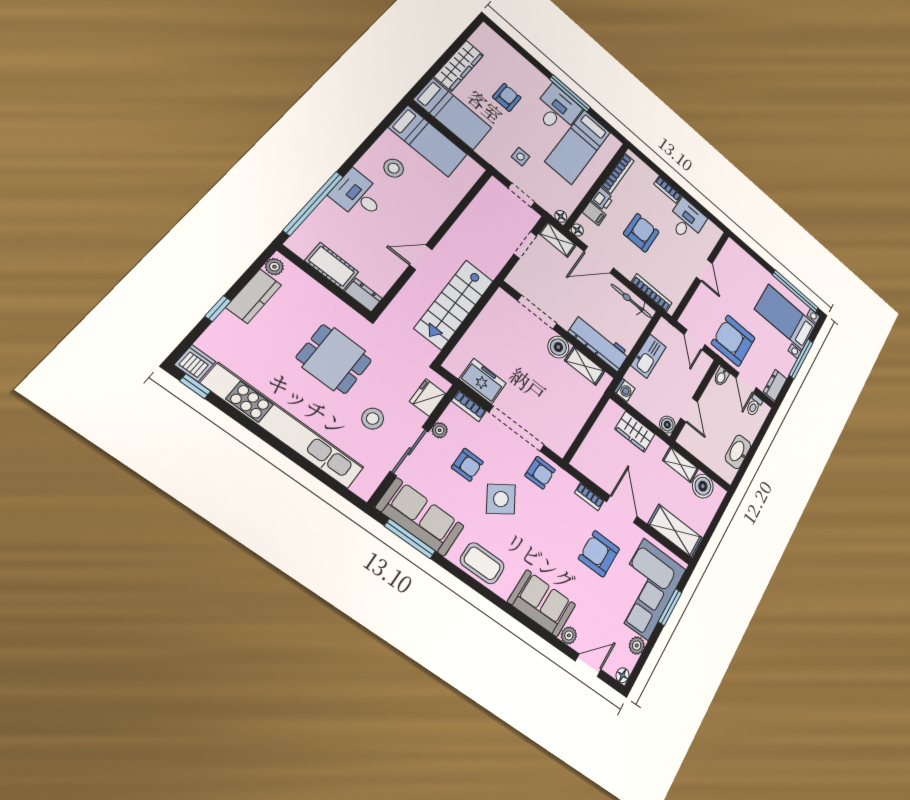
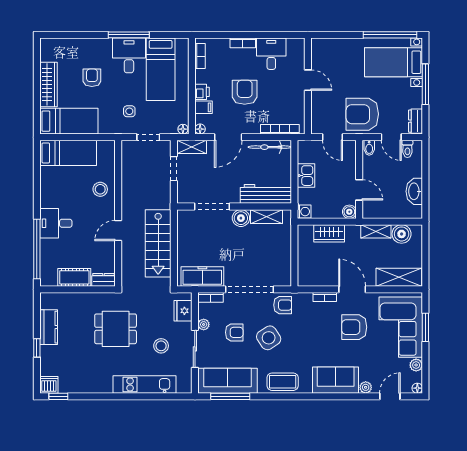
stool: (394, 168) -> (100, 189), moved
bookcase: (618, 173) -> (200, 56), width x0.64
plant: (274, 267) -> (46, 302), removed
kitchen sink: (648, 356) -> (306, 176), width x0.73
freezer: (483, 381) -> (202, 276), width x1.40
kitchen unit: (284, 426) -> (144, 384), width x0.54

